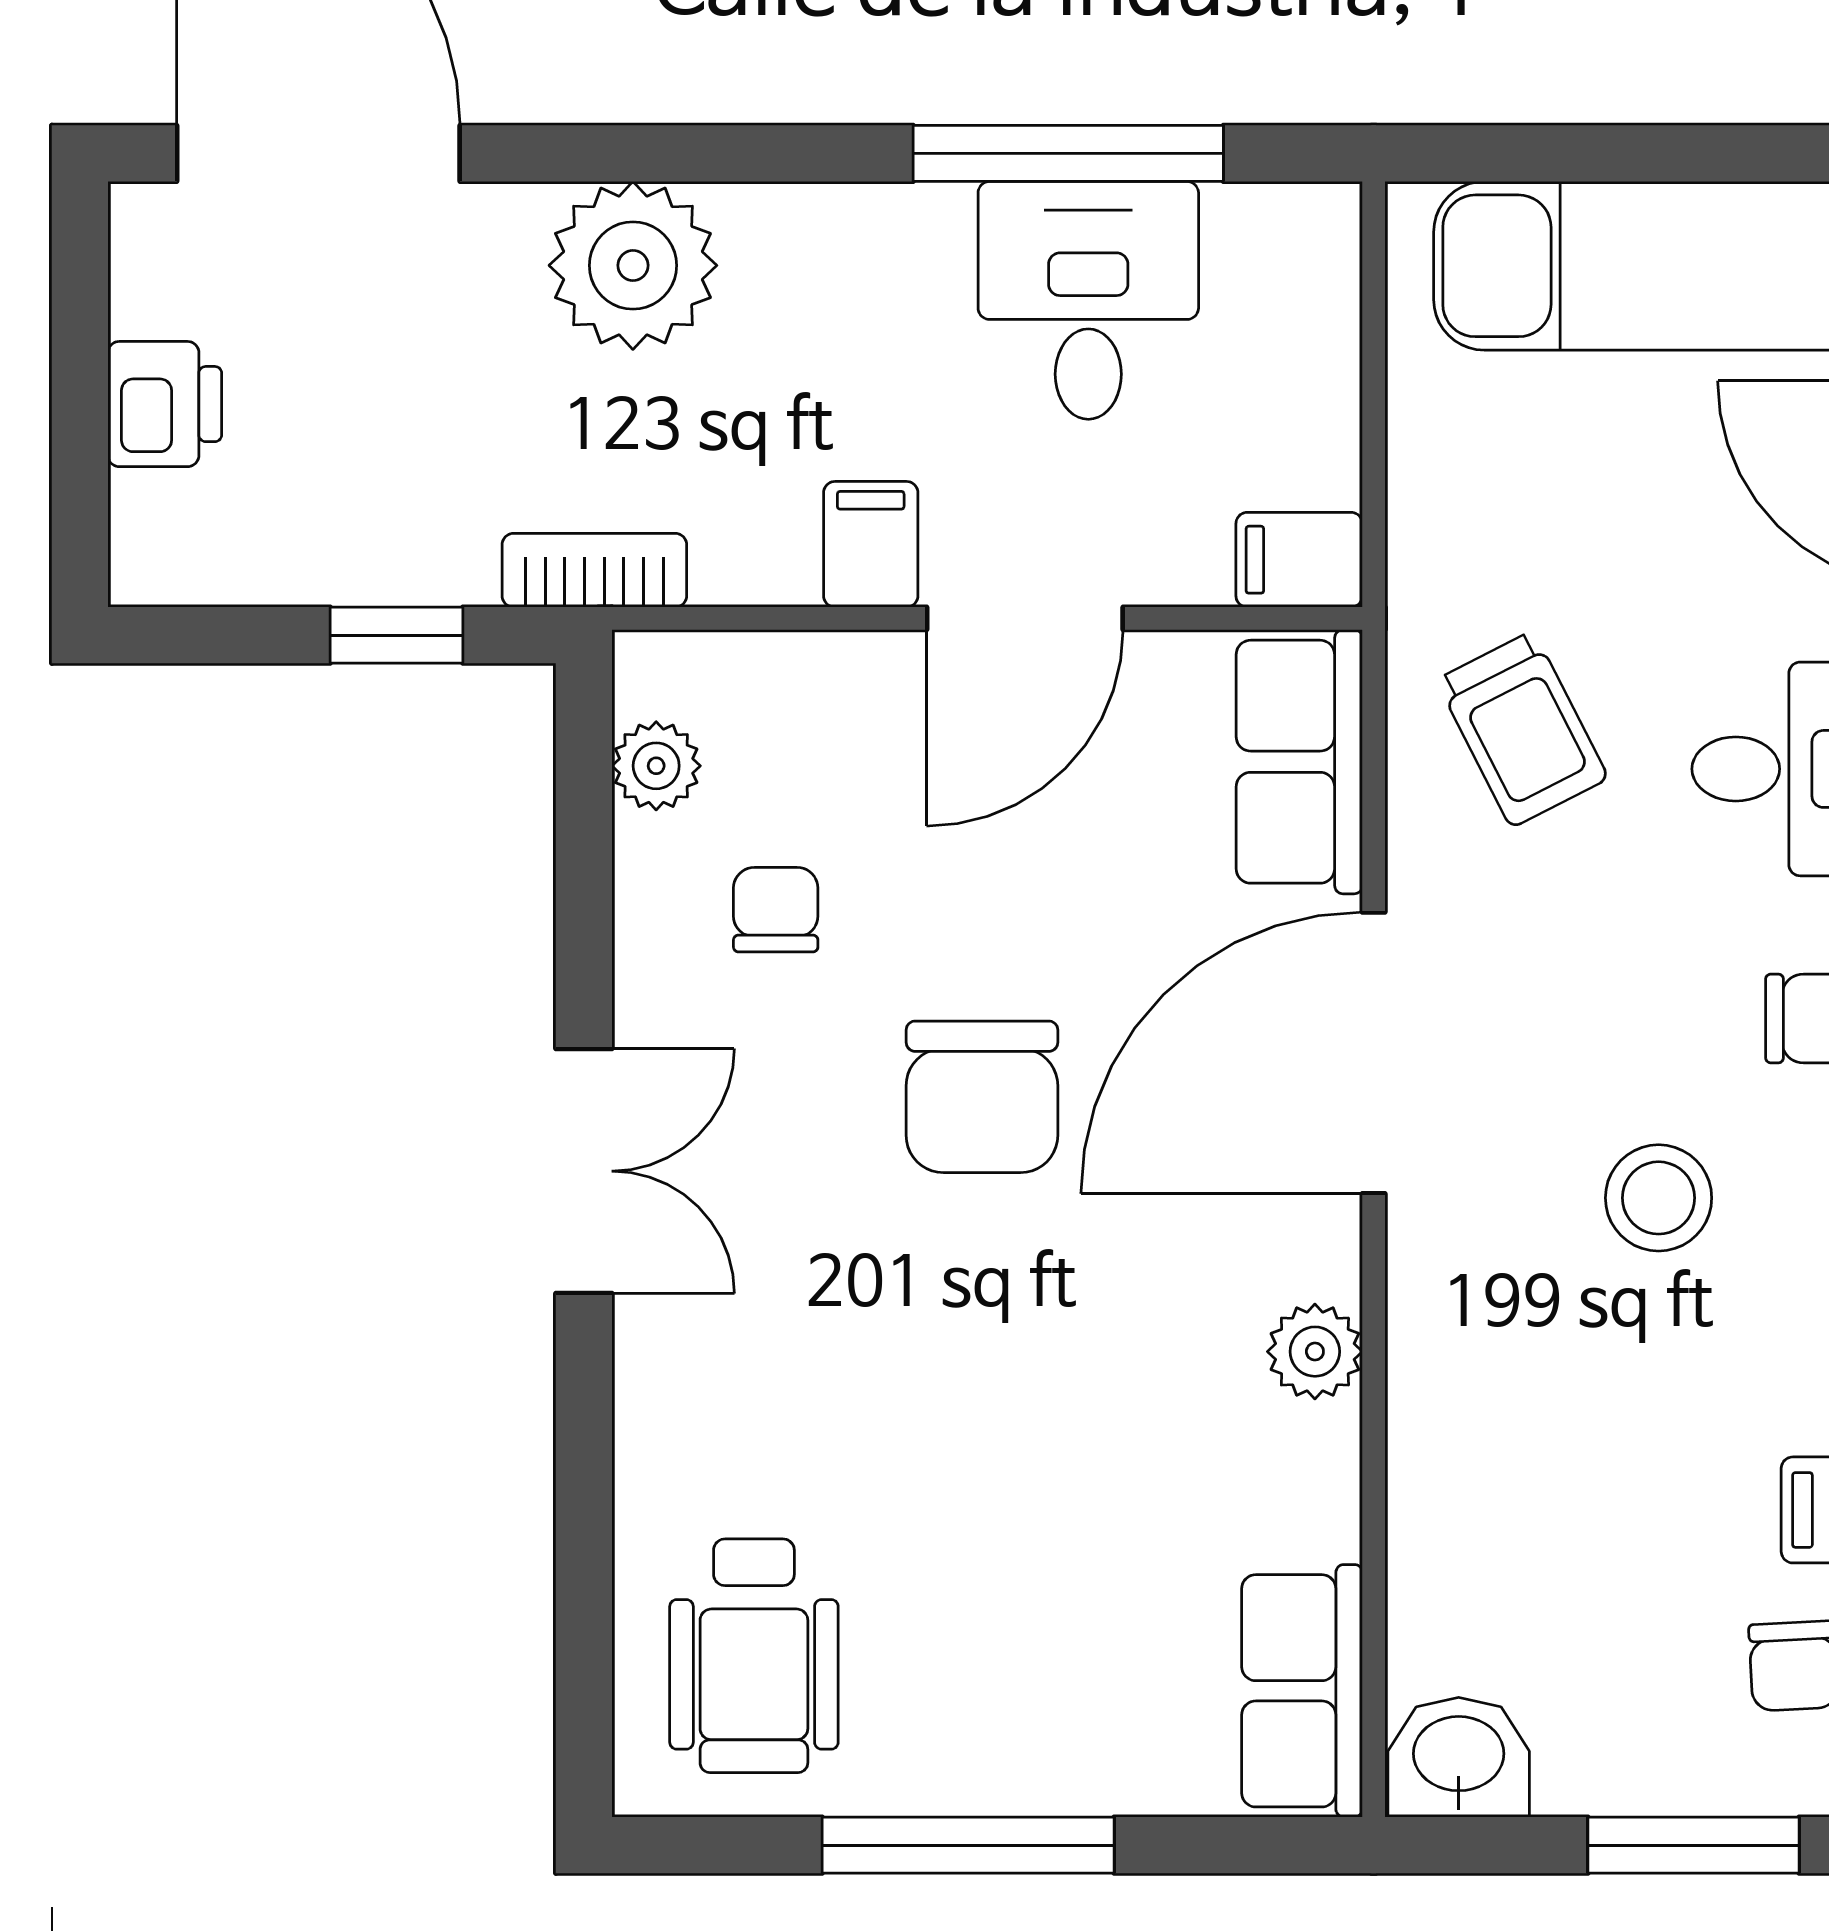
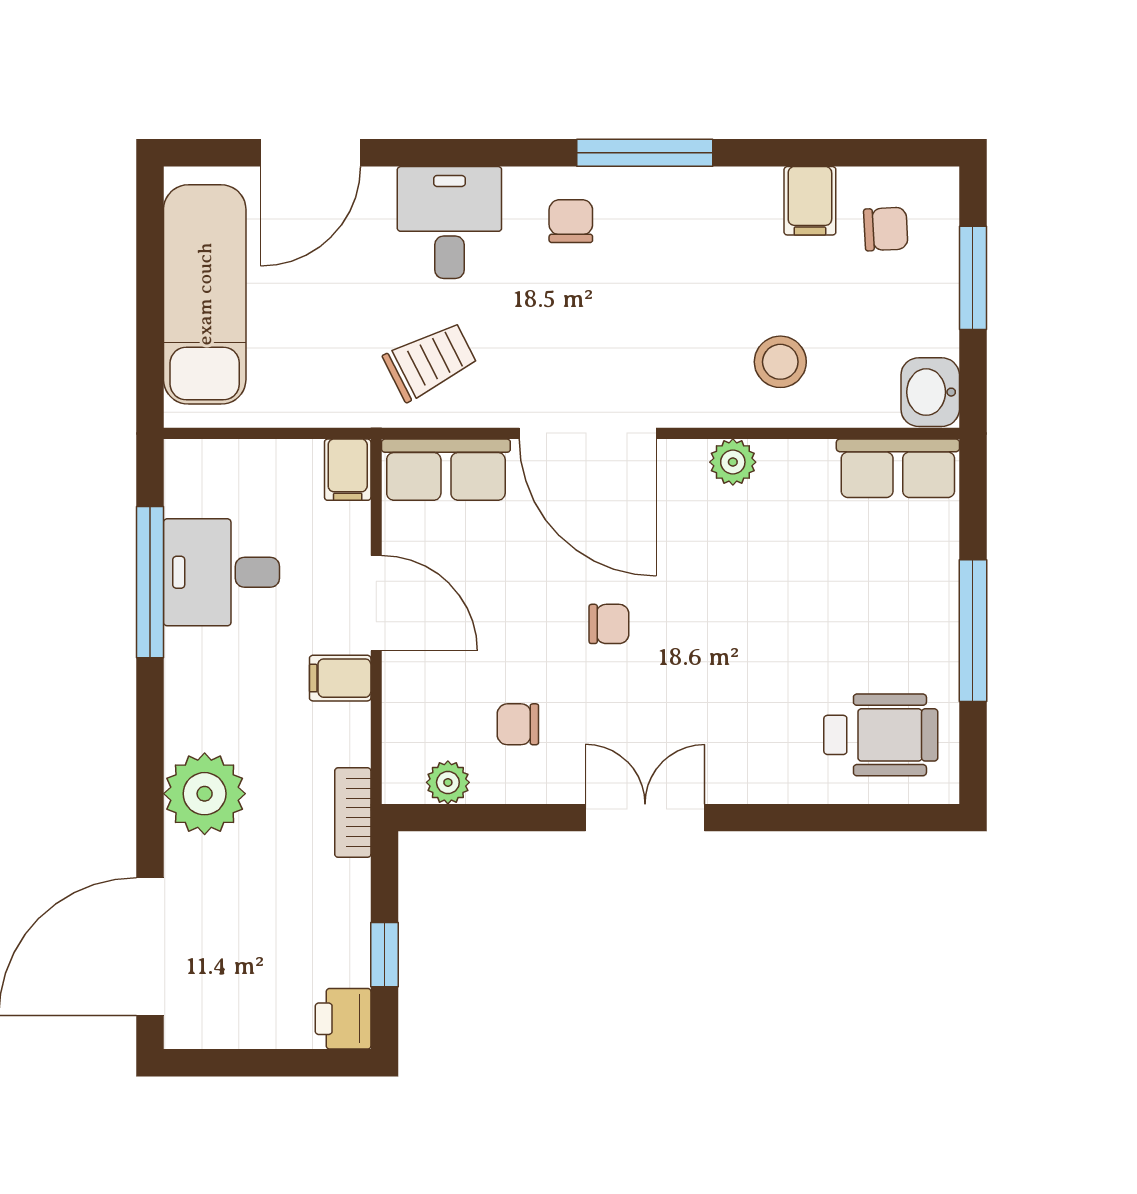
printer: (165, 404) -> (343, 1019), moved, turned -90
window: (397, 635) -> (384, 955), moved
chair: (982, 1097) -> (609, 624), width x0.54, depth x0.54
stool: (1659, 1198) -> (780, 362), moved

